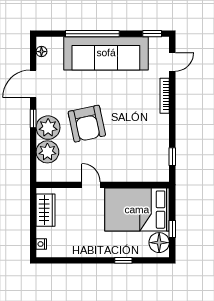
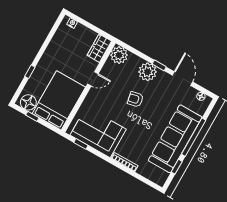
window: (152, 34) -> (177, 167), moved
door: (172, 62) -> (144, 180), removed
armchair: (87, 124) -> (135, 99), width x0.53, depth x0.53
corner sofa: (148, 145) -> (98, 132), added
plant: (47, 152) -> (119, 55), moved
wardrobe: (46, 210) -> (99, 48), moved, turned 90

